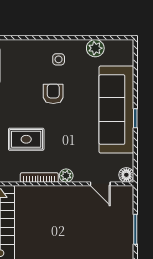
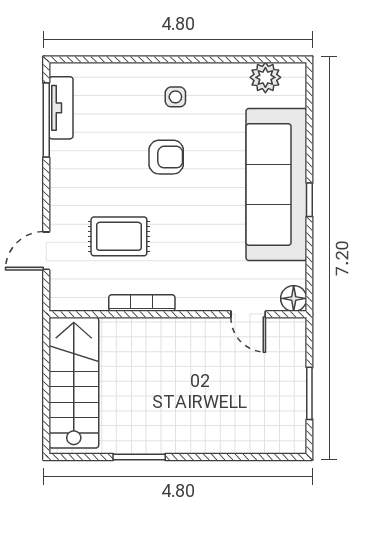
plant: (95, 48) -> (265, 77), moved
armchair: (53, 94) -> (166, 157), turned 90
plant: (66, 176) -> (189, 300), removed

